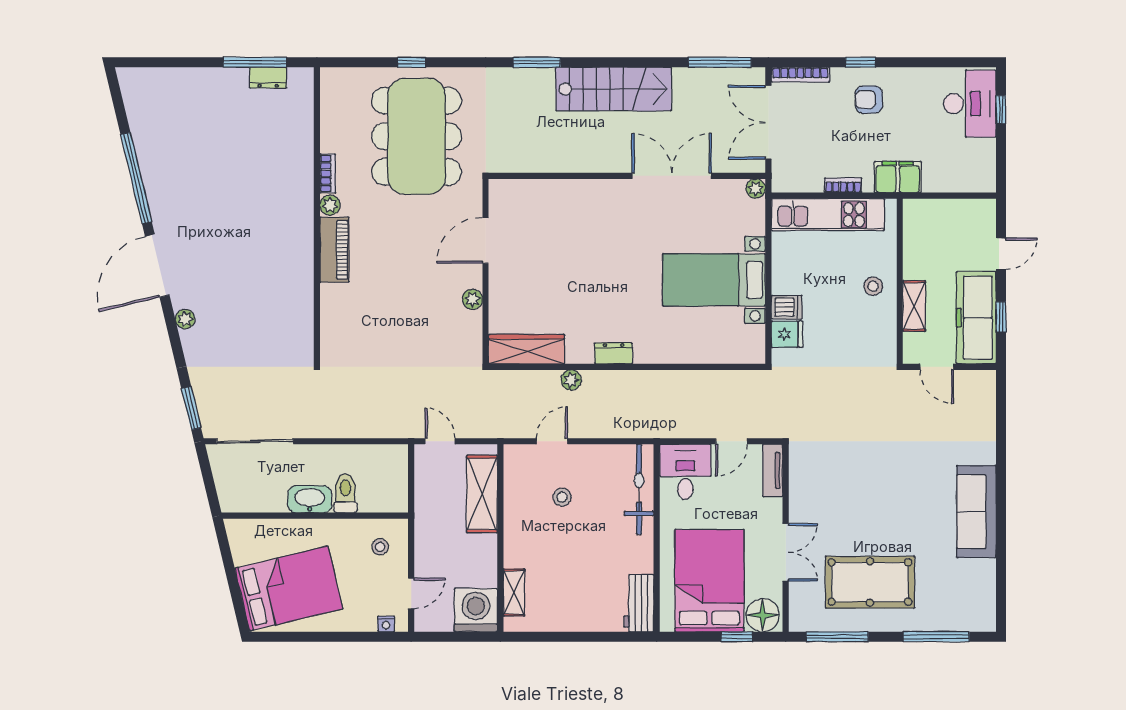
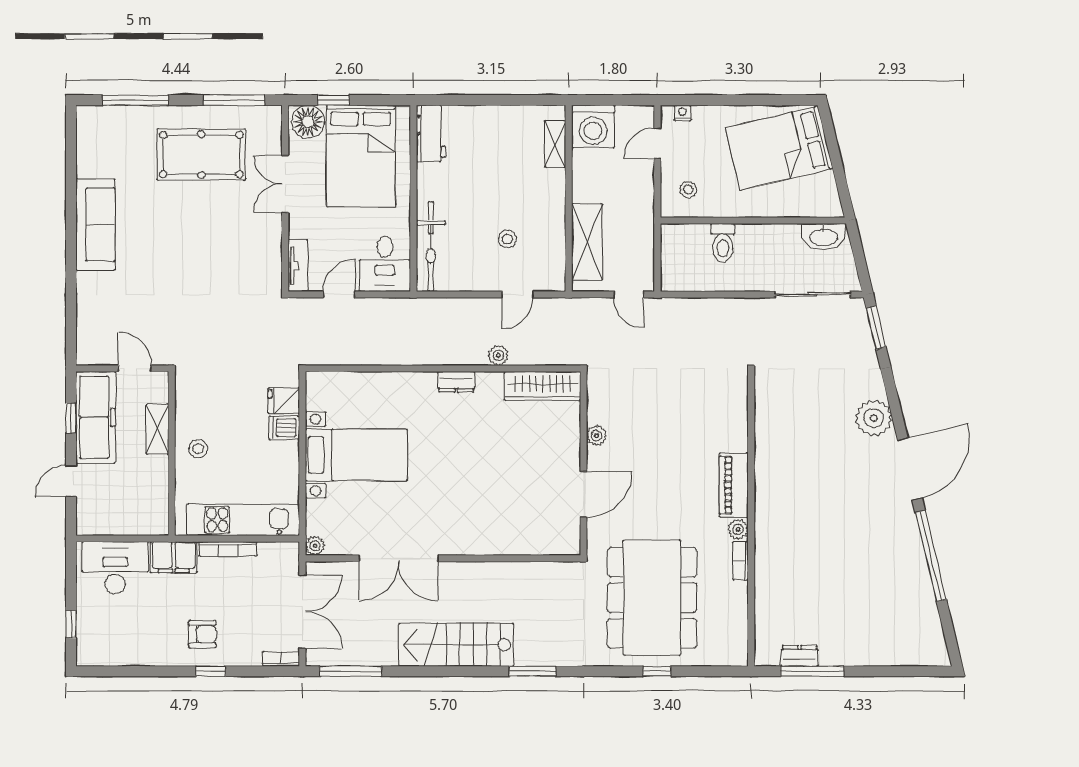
bookcase: (800, 75) -> (281, 659), width x0.64
desk: (970, 104) -> (115, 568), moved, turned 90
bookcase: (843, 185) -> (228, 549), width x1.56
plant: (185, 319) -> (874, 418), width x1.88, depth x1.88
washbasin: (310, 499) -> (824, 237), moved

